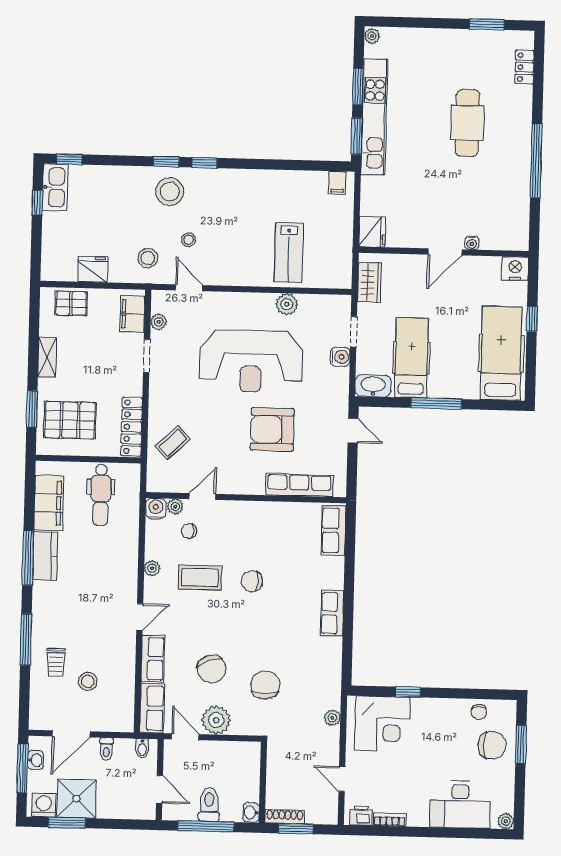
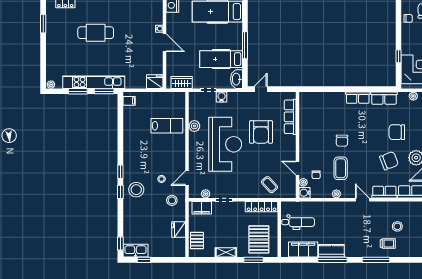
row of seats: (333, 530) -> (384, 98), moved

